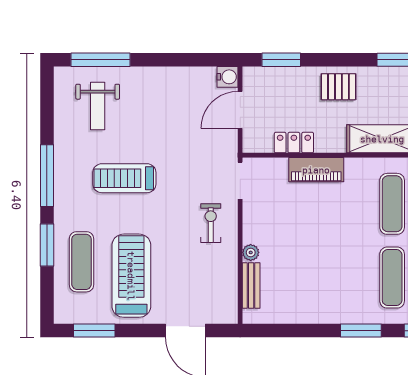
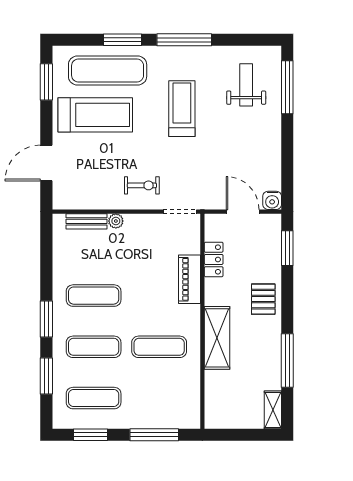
weight bench: (98, 106) -> (246, 85), turned 90
exercise mat: (82, 262) -> (108, 71), width x1.36, depth x1.45
exercise mat: (335, 278) -> (94, 296), added

